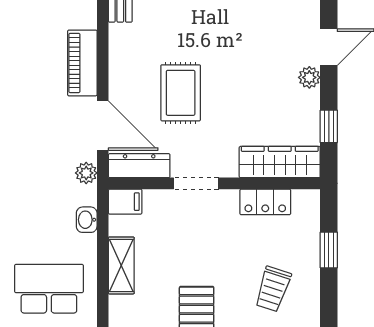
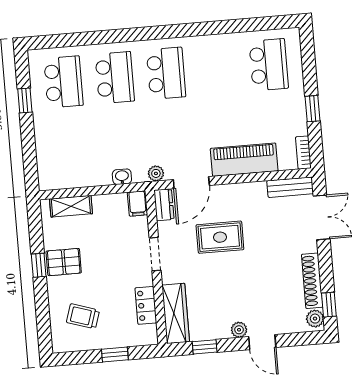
piano: (82, 63) -> (244, 160), width x1.37, depth x1.33
dresser: (139, 166) -> (164, 205), width x0.70
shelving: (121, 265) -> (71, 206), moved
school desk: (49, 289) -> (70, 153), removed

